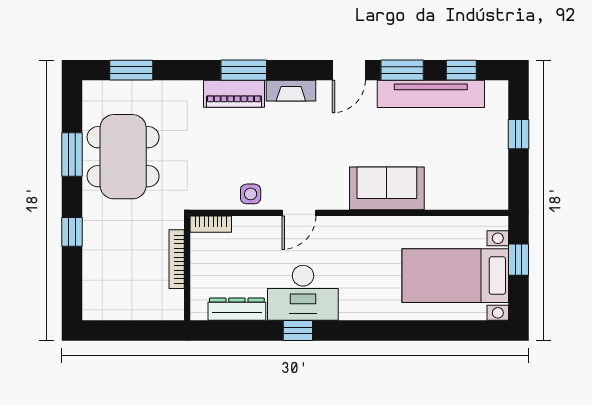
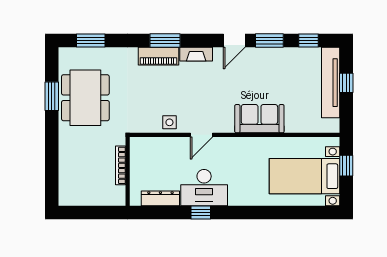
tv unit: (431, 94) -> (331, 83), moved, turned 90
bookcase: (211, 224) -> (143, 142), removed
window: (72, 232) -> (52, 147), removed

